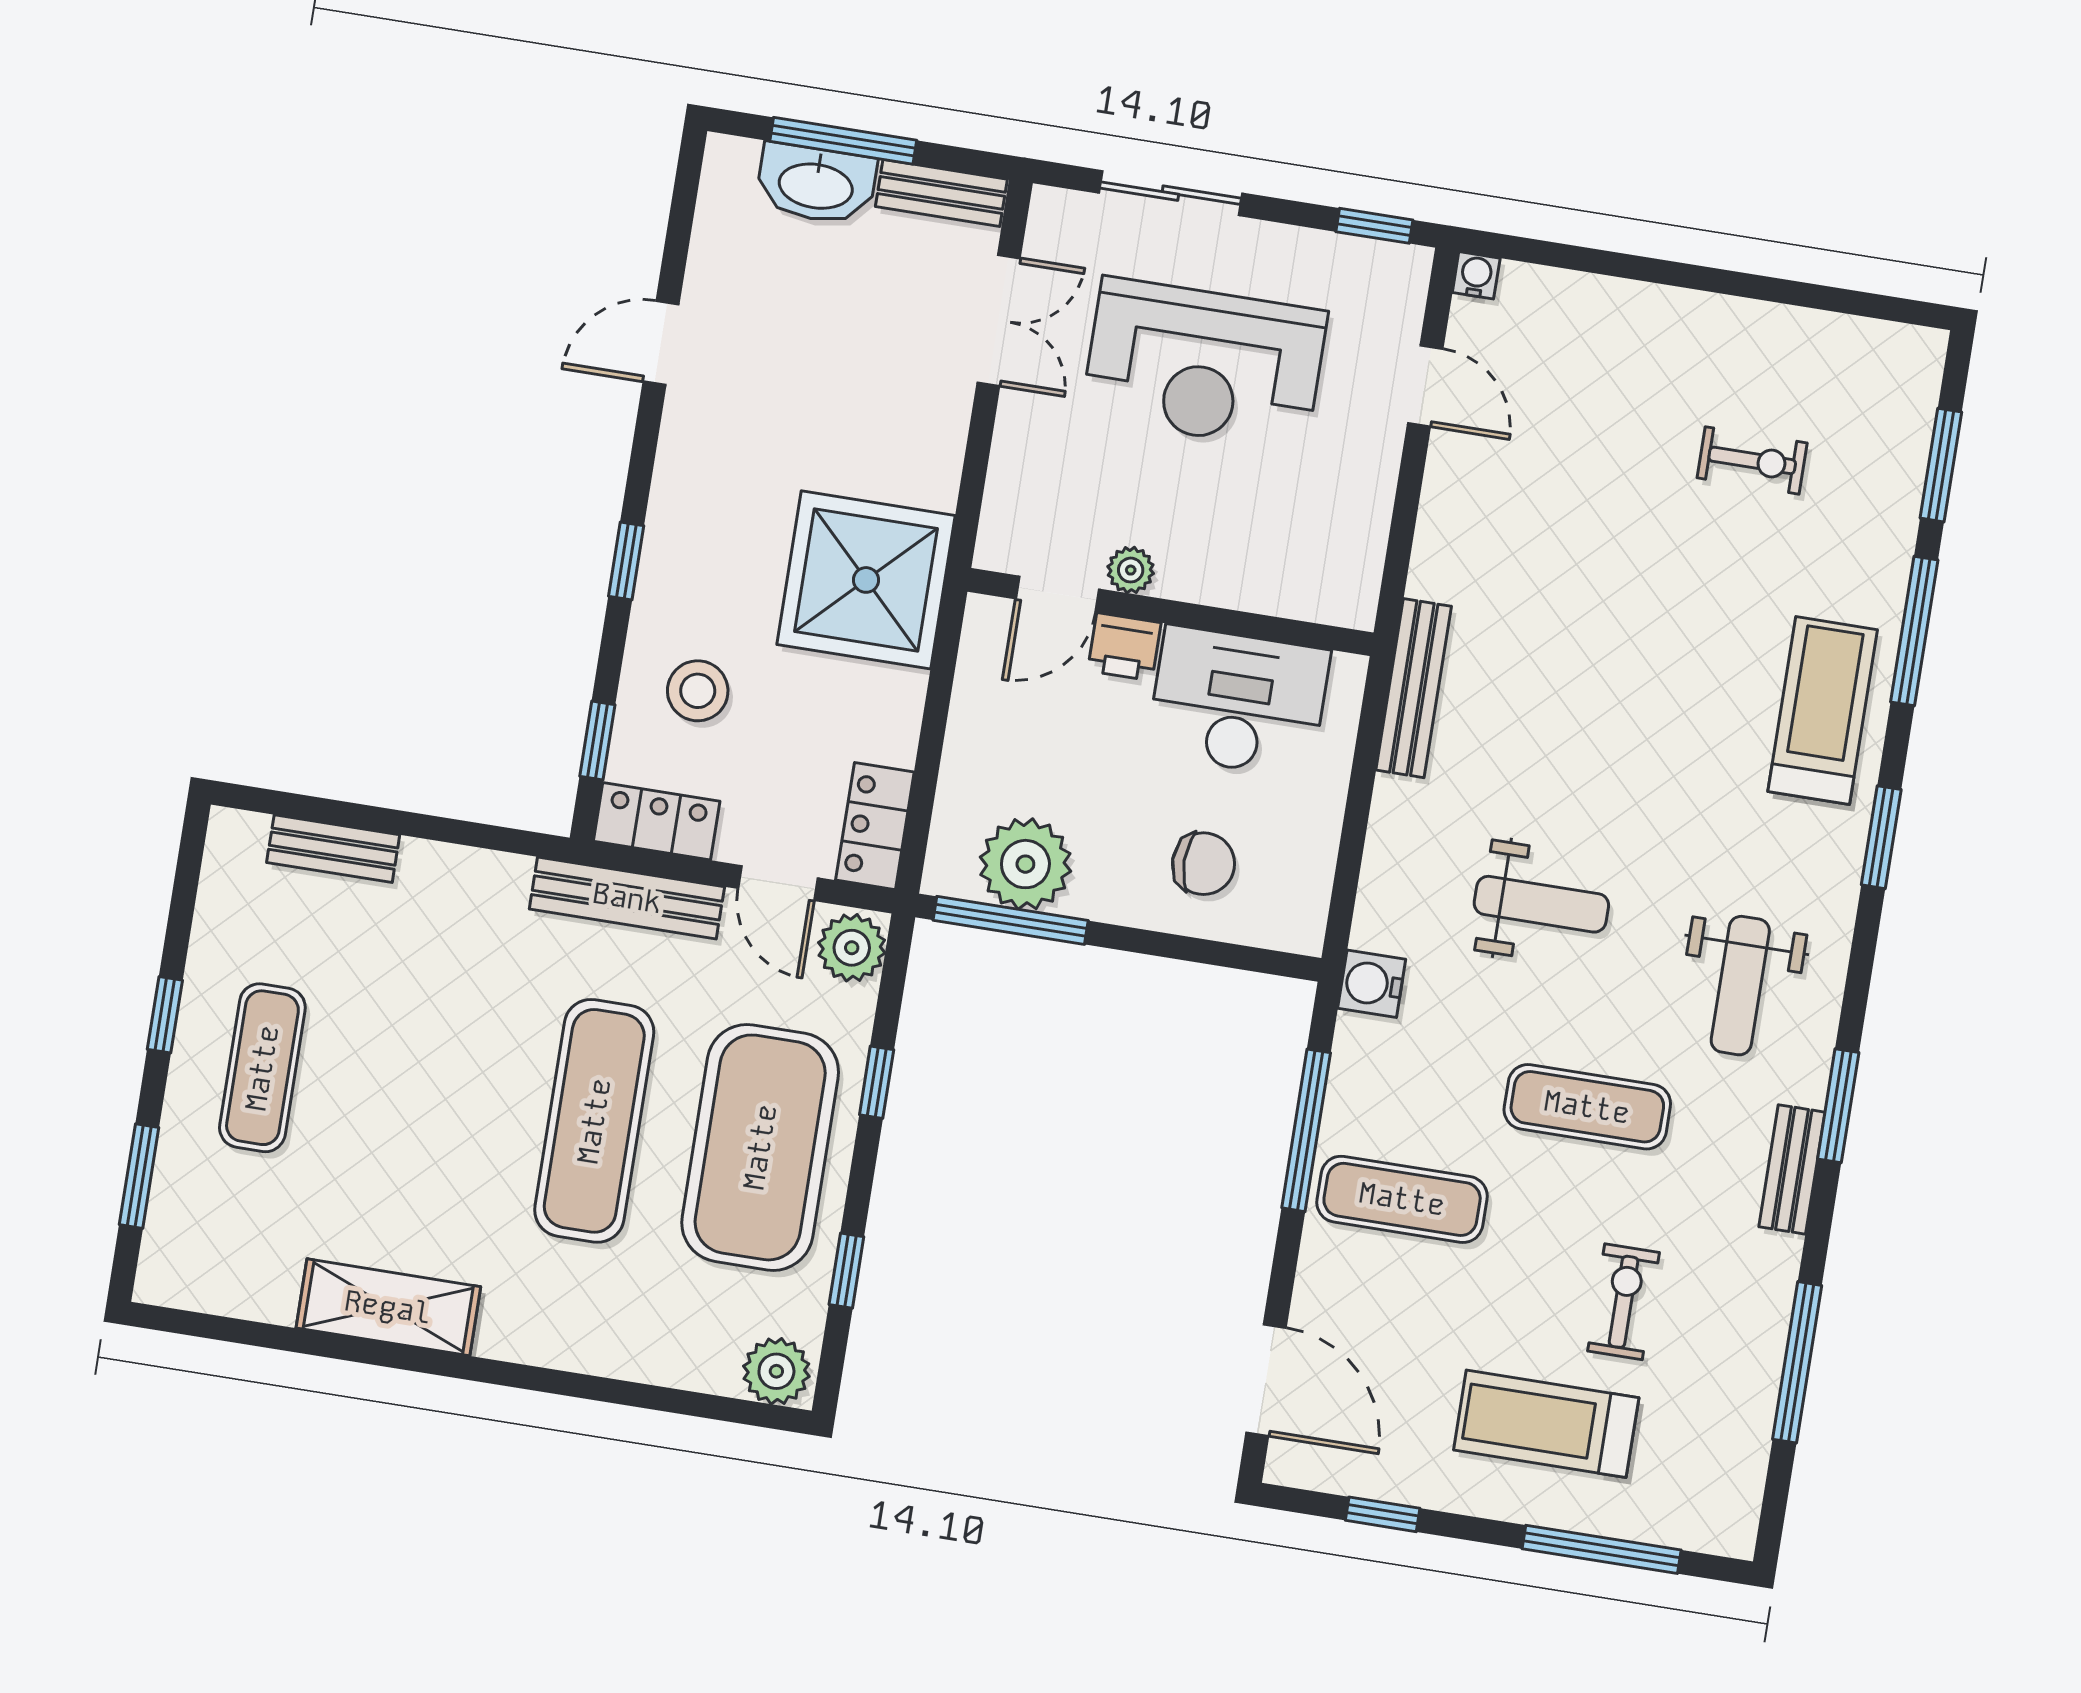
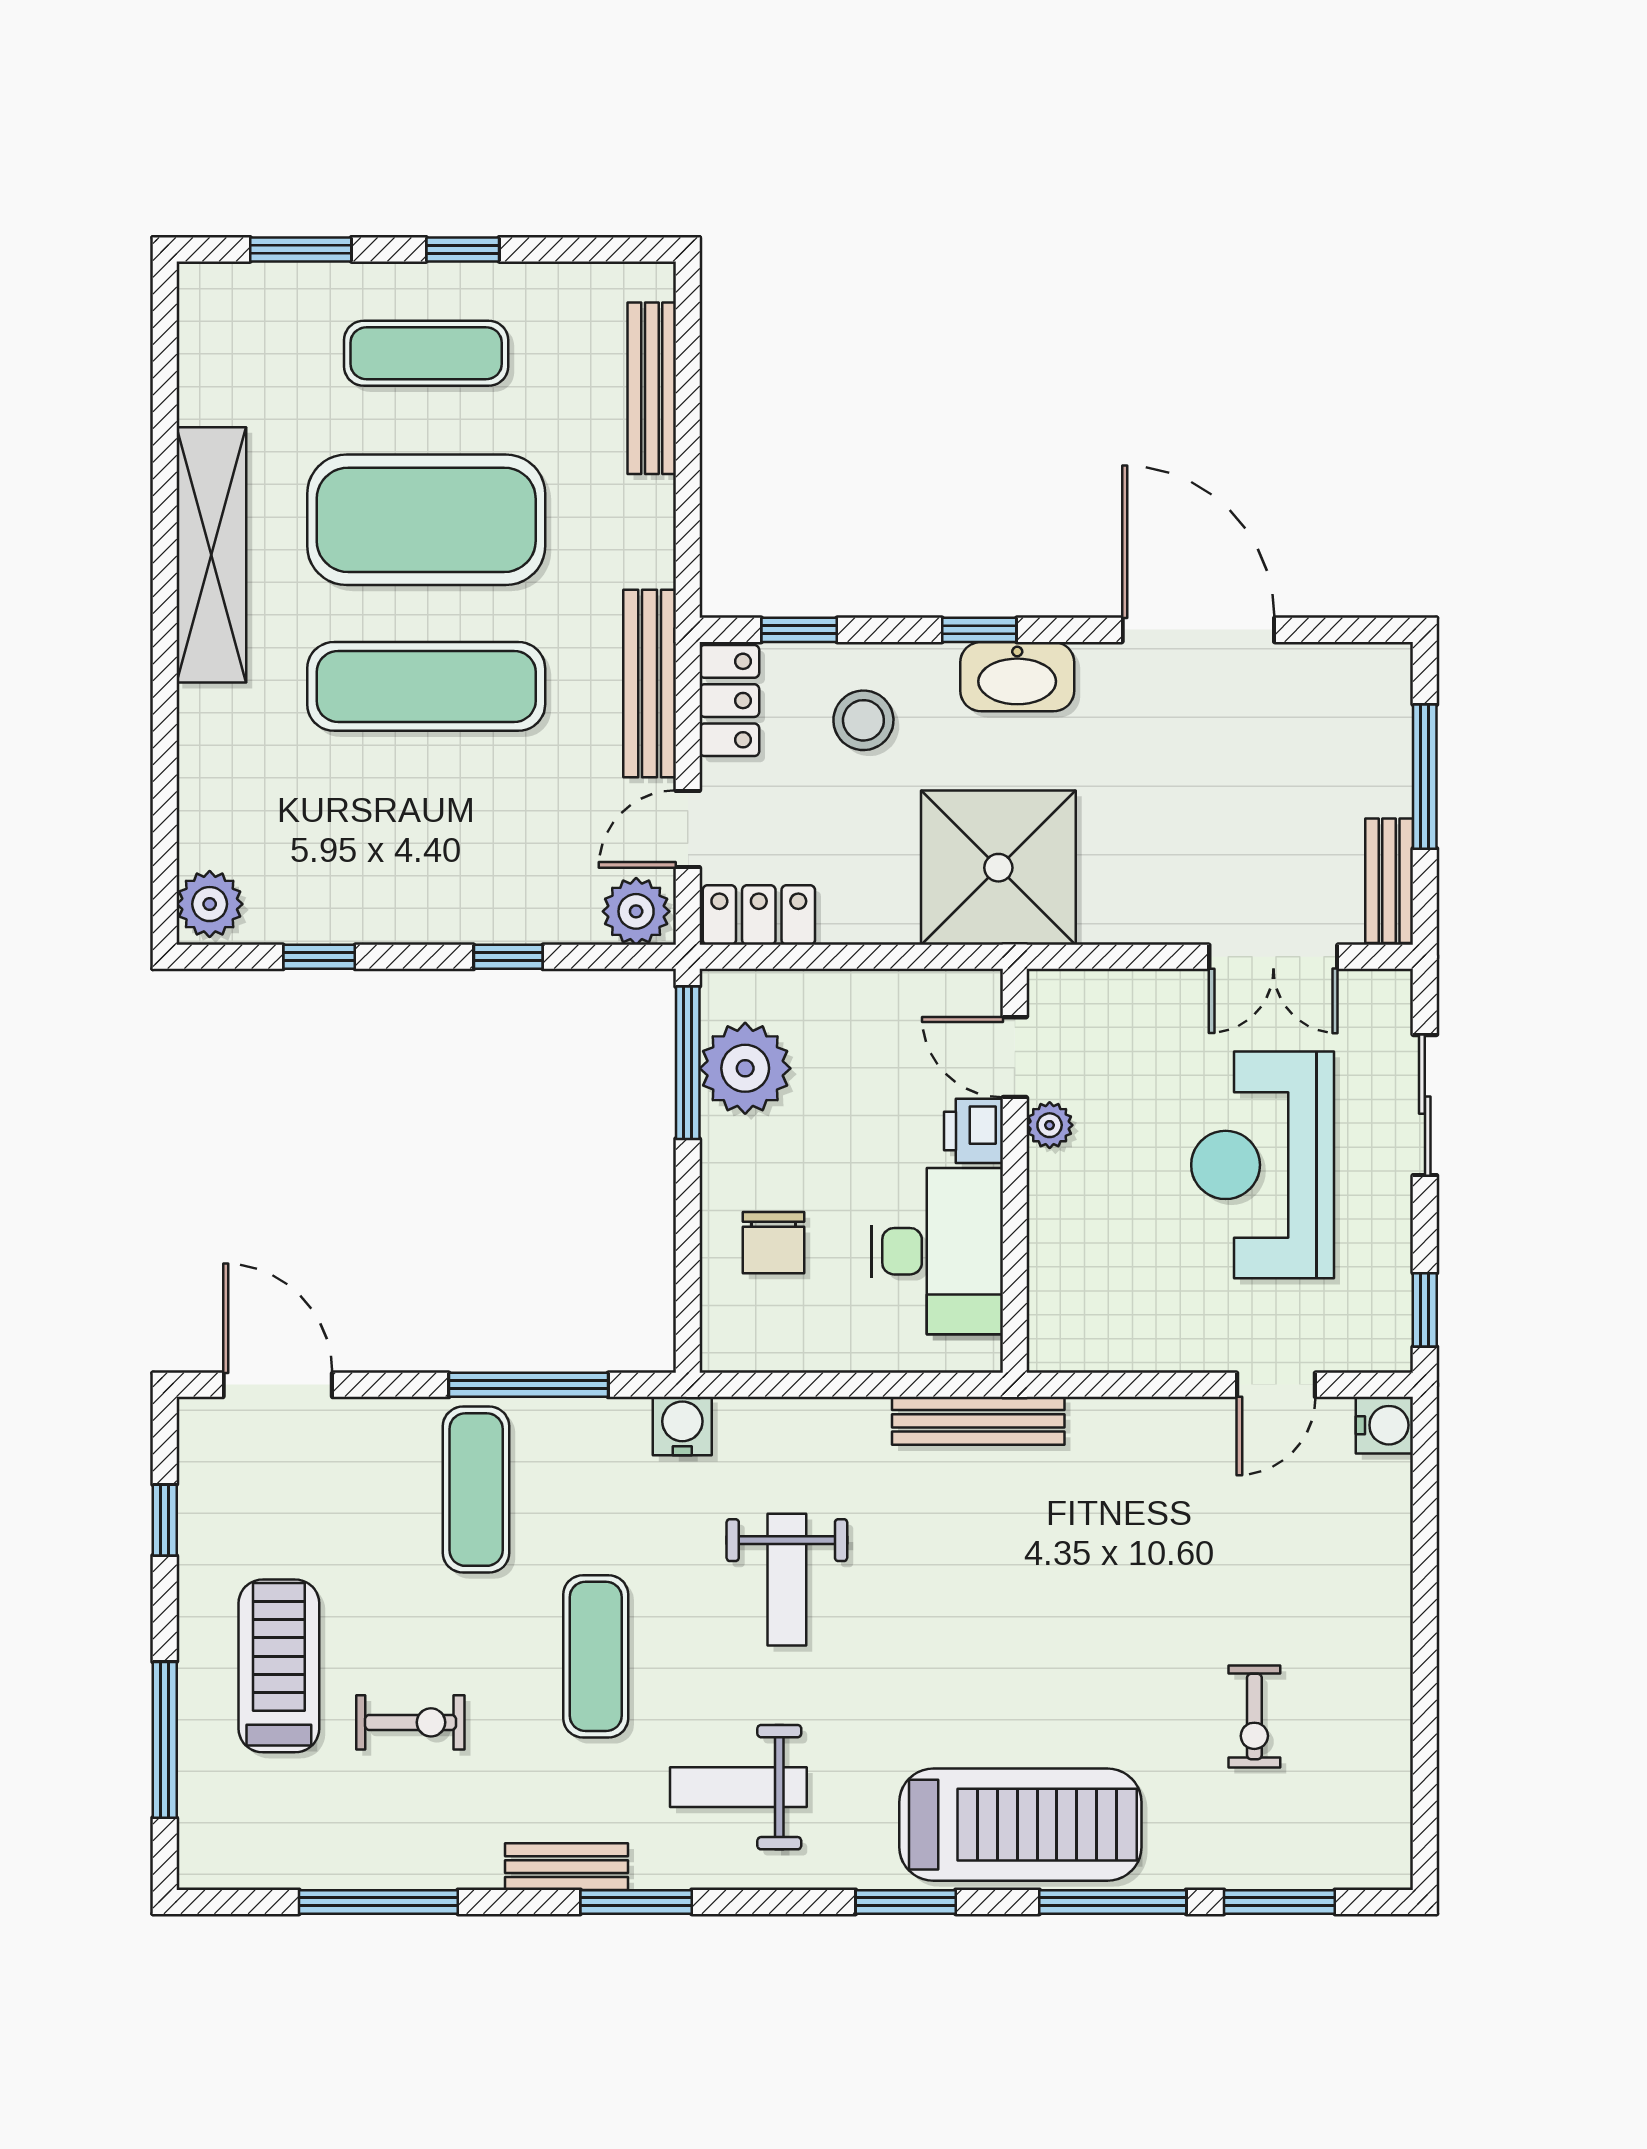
washbasin: (816, 184) -> (1017, 677), moved, turned -90
water cooler: (1476, 275) -> (1384, 1425), width x1.38, depth x1.38
door: (661, 343) -> (1198, 630), width x1.87
treadmill: (1823, 711) -> (1020, 1825), width x1.37, depth x1.38
bench: (333, 849) -> (652, 388), width x1.36
exercise mat: (760, 1147) -> (426, 520), moved
shelving: (388, 1307) -> (211, 555), width x1.47
door: (1266, 1380) -> (278, 1385), swing flipped

